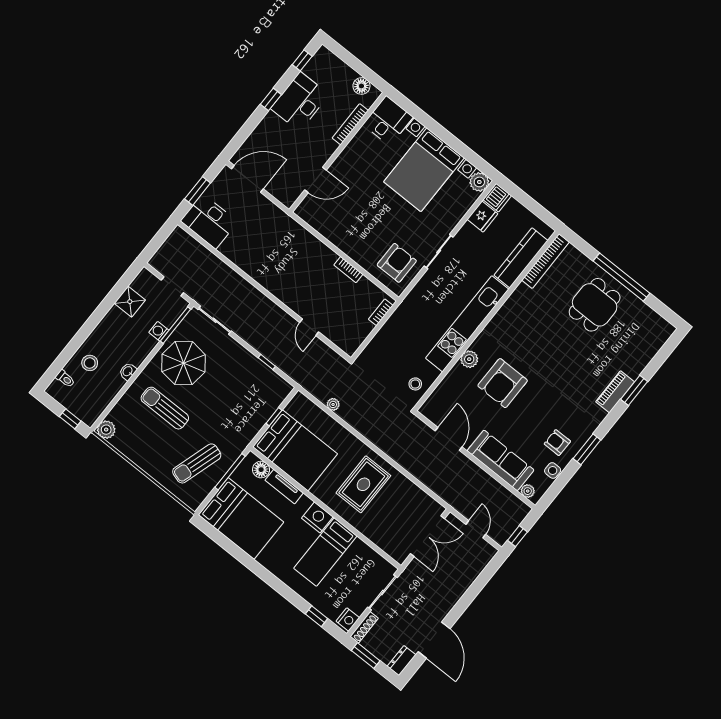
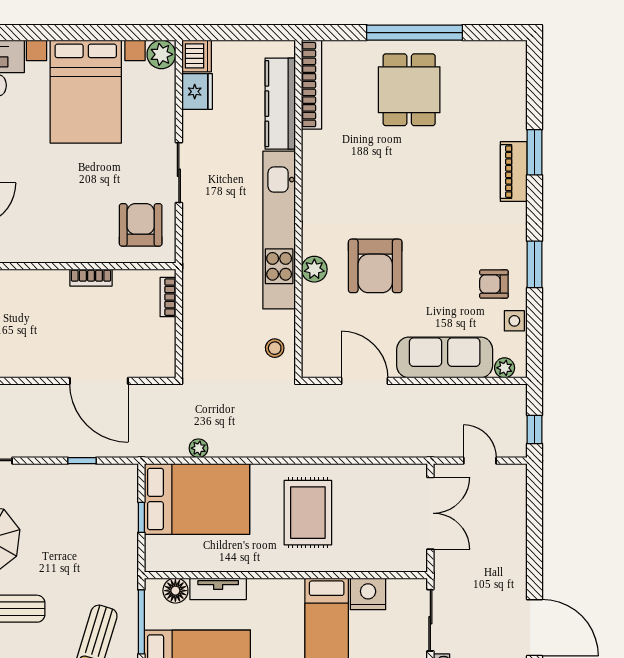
door: (309, 327) -> (99, 381), width x1.88
bed: (295, 450) -> (197, 499), moved
nightstand: (317, 518) -> (368, 594), moved

